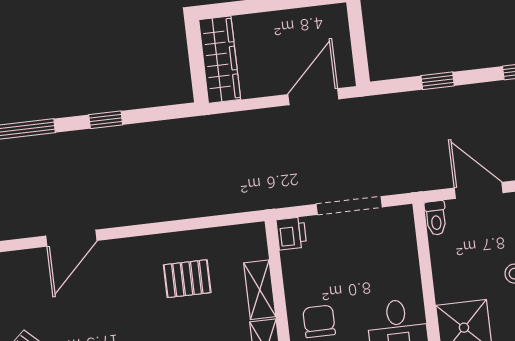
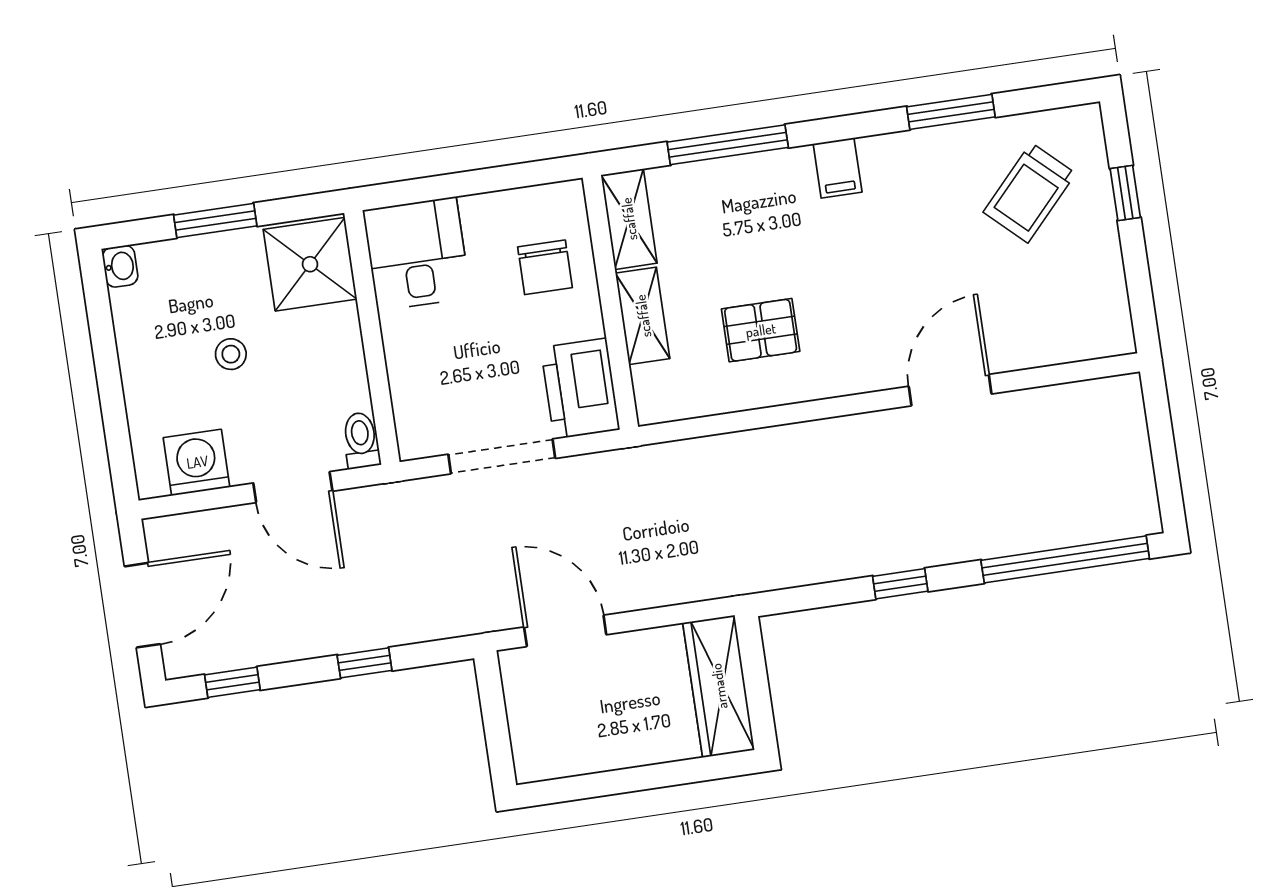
door: (313, 97) -> (565, 631), swing flipped
printer: (291, 233) -> (580, 389), width x1.87, depth x1.48

